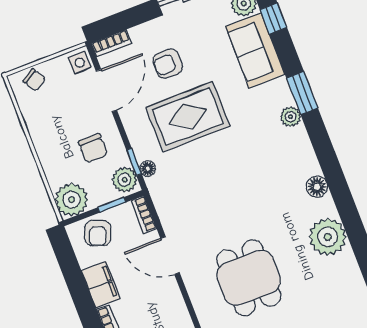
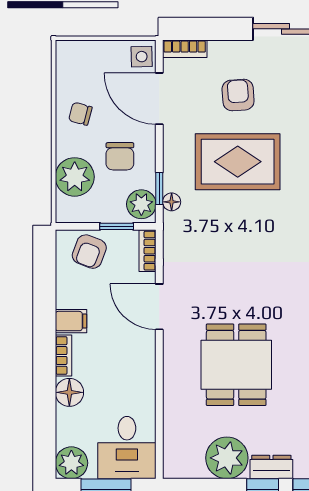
armchair: (168, 64) -> (238, 95), turned 86
chair: (34, 80) -> (80, 114), moved, turned 136
door: (106, 91) -> (159, 99), swing flipped
plant: (72, 200) -> (75, 177), moved
filing cabinet: (101, 284) -> (71, 321), width x0.50

